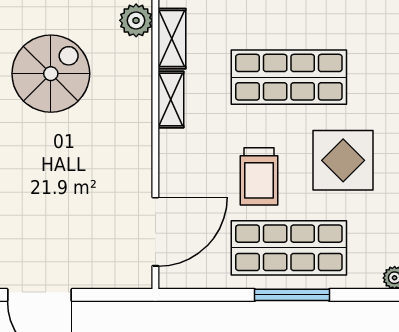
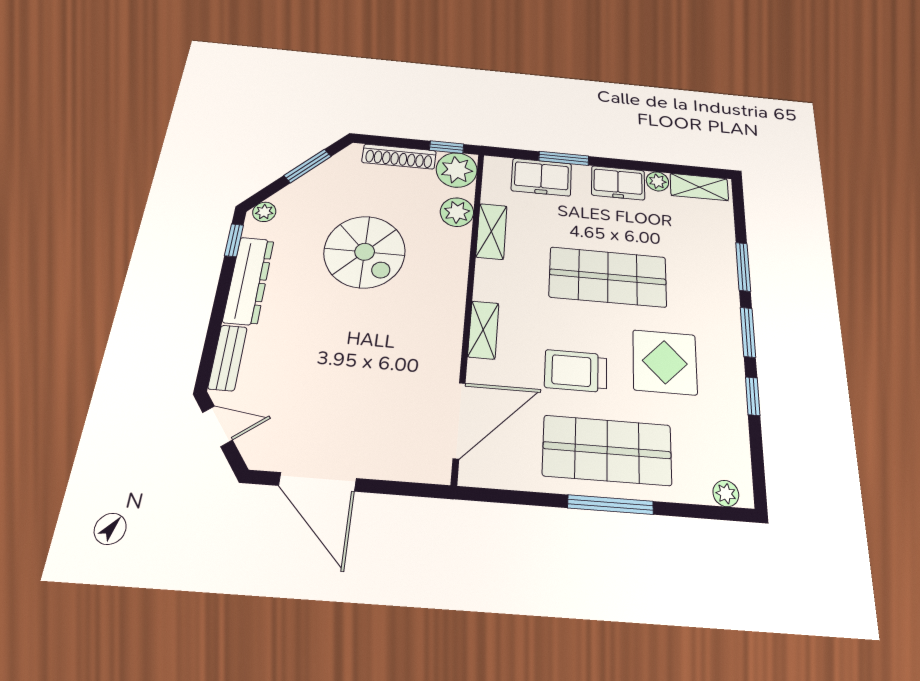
spiral stairs: (51, 74) -> (365, 252), turned 90
shelving: (171, 100) -> (483, 330), moved
trolley: (259, 176) -> (576, 371), turned 90

